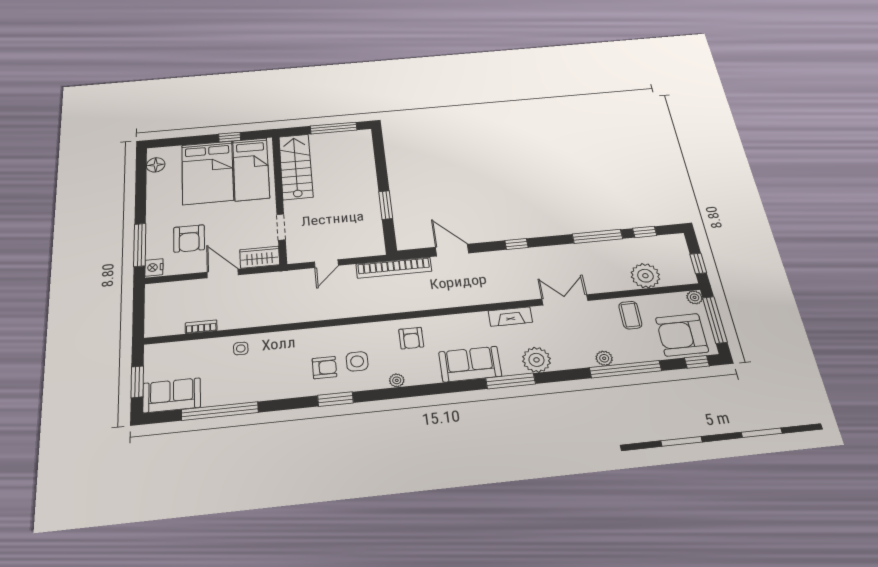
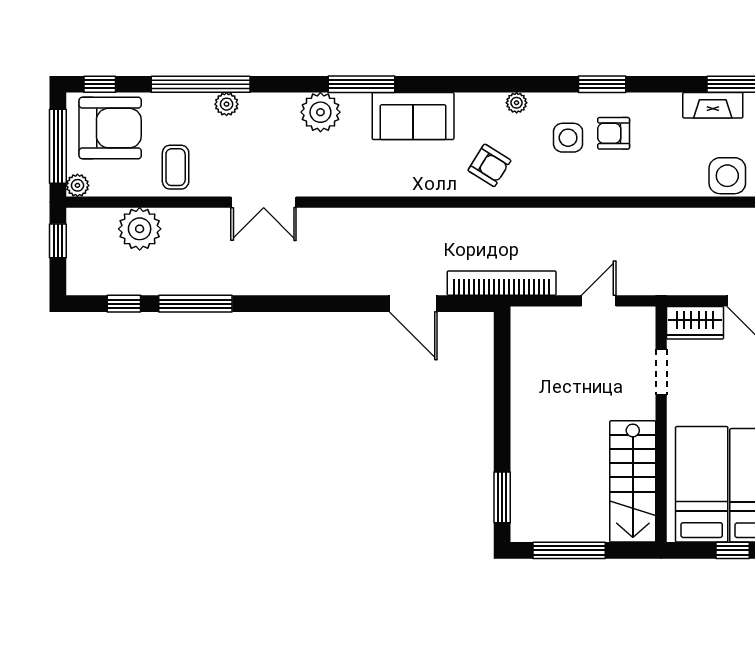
window: (386, 205) -> (502, 497), moved
window: (516, 244) -> (317, 304), removed
fireplace: (510, 317) -> (713, 105), moved, turned 180
armchair: (411, 338) -> (489, 165), turned 122
side table: (241, 348) -> (727, 176), width x1.87, depth x1.87

